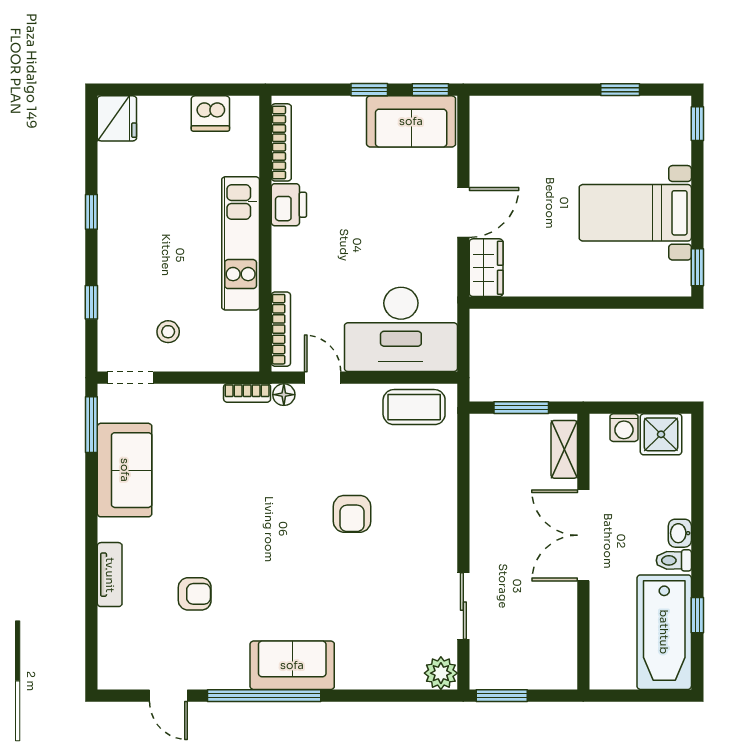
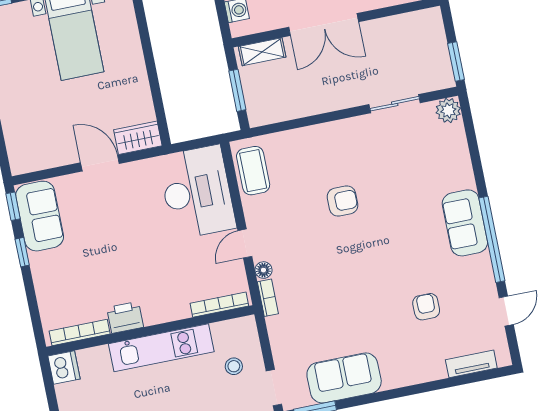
bookcase: (281, 142) -> (80, 332), moved
printer: (289, 205) -> (125, 317), moved
wall: (265, 234) -> (150, 331), moved
kitchen unit: (241, 243) -> (161, 348), moved
bookcase: (281, 329) -> (219, 305), moved
tv unit: (110, 575) -> (471, 364), moved

